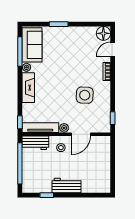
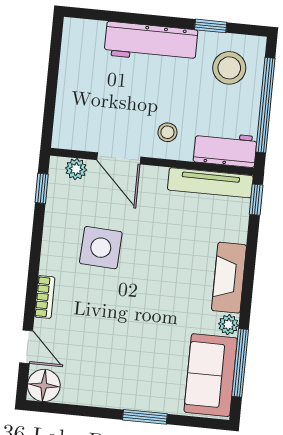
door: (113, 49) -> (26, 347), hinge flipped
plant: (64, 128) -> (76, 169), moved
door: (81, 134) -> (119, 158), swing flipped
stool: (37, 178) -> (229, 68), added
workbench: (66, 186) -> (151, 42), width x1.37

